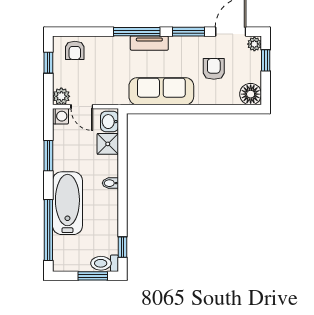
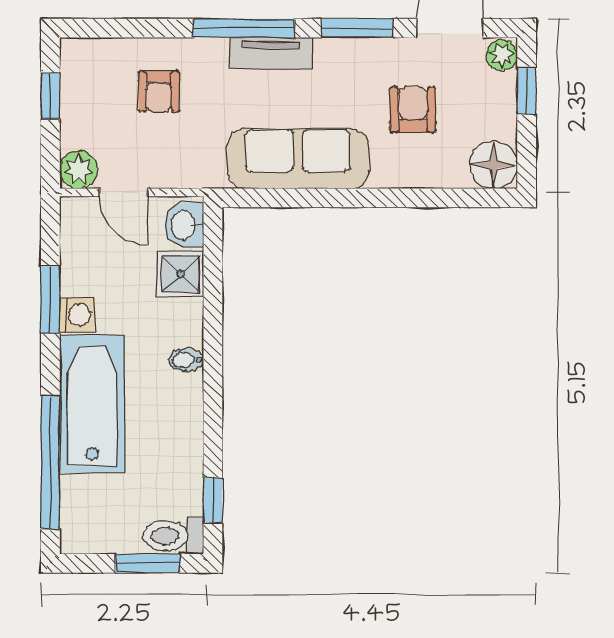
armchair: (75, 50) -> (159, 92), moved
washing machine: (61, 116) -> (77, 315), moved

